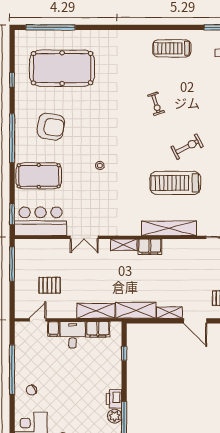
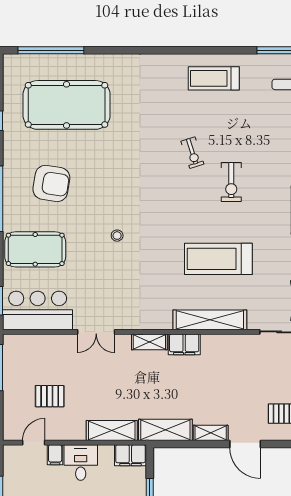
exercise bike: (187, 147) -> (231, 182), moved, turned 117
filing cabinet: (98, 329) -> (130, 455), moved

